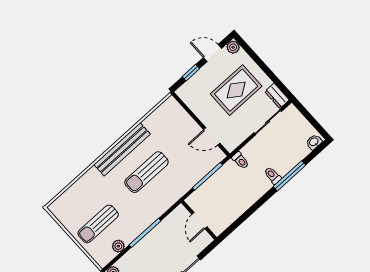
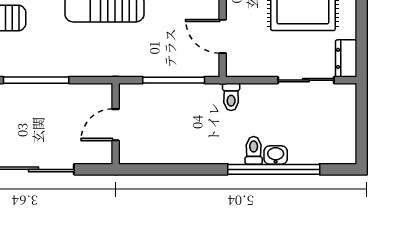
washbasin: (314, 142) -> (276, 155), moved
window: (290, 176) -> (274, 169), width x1.46

